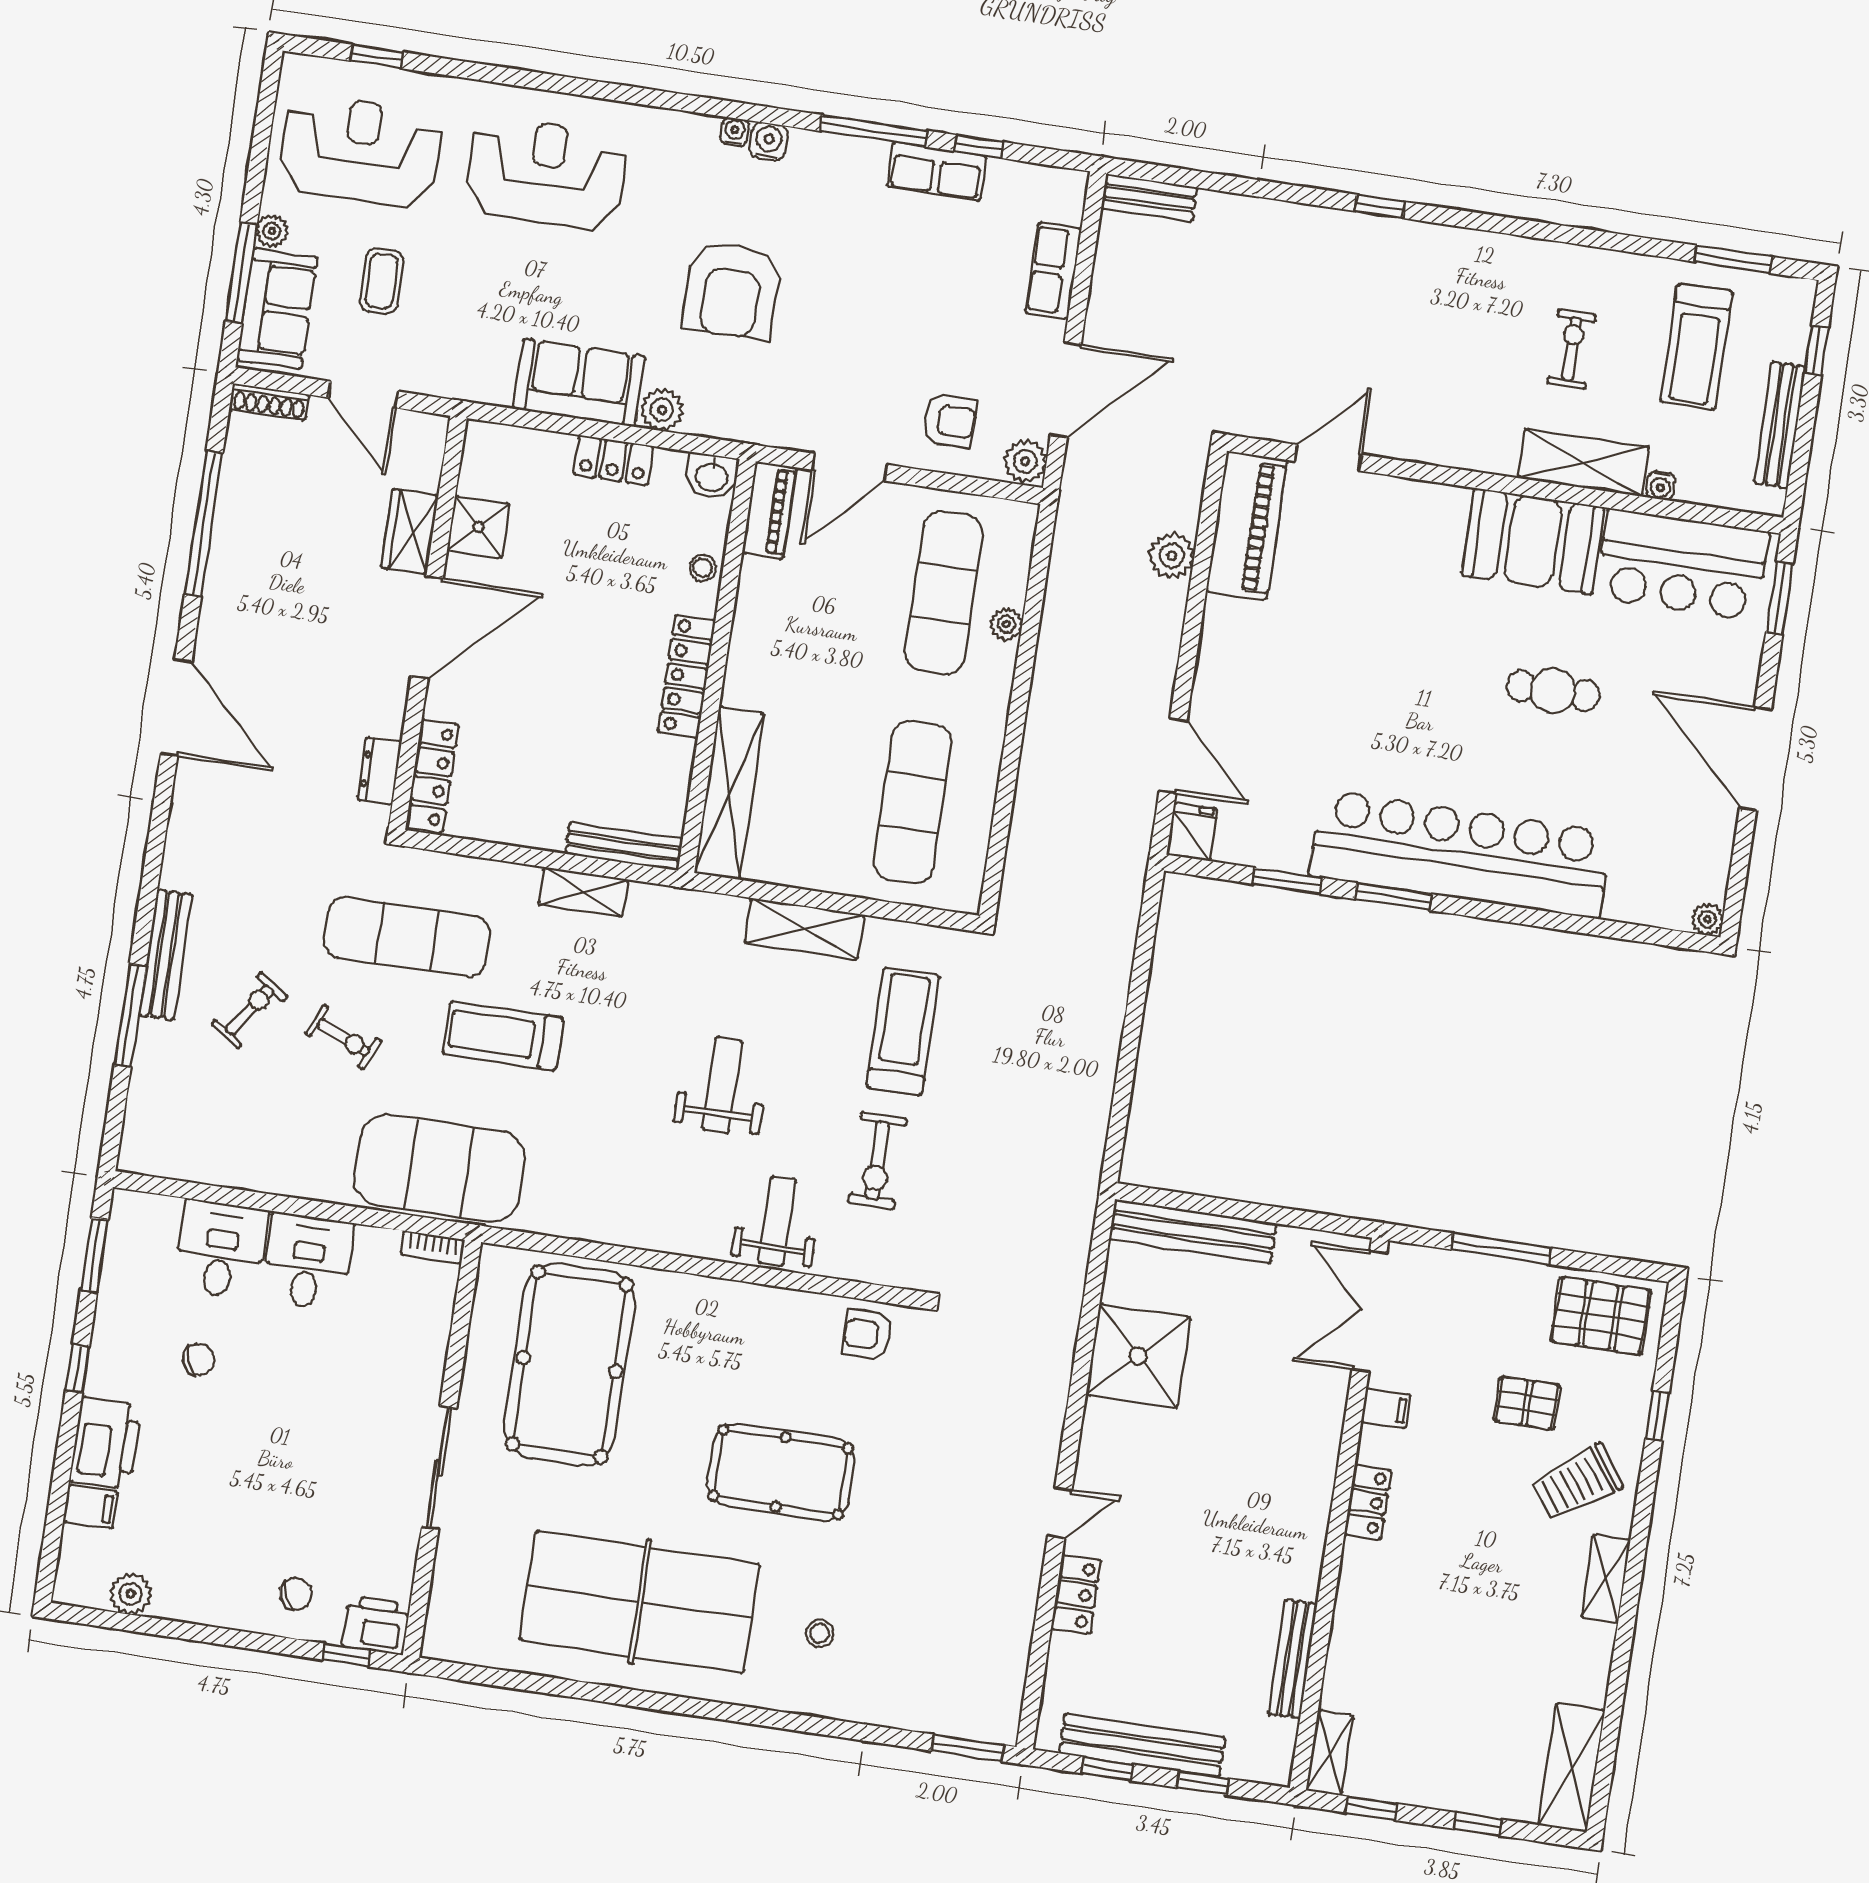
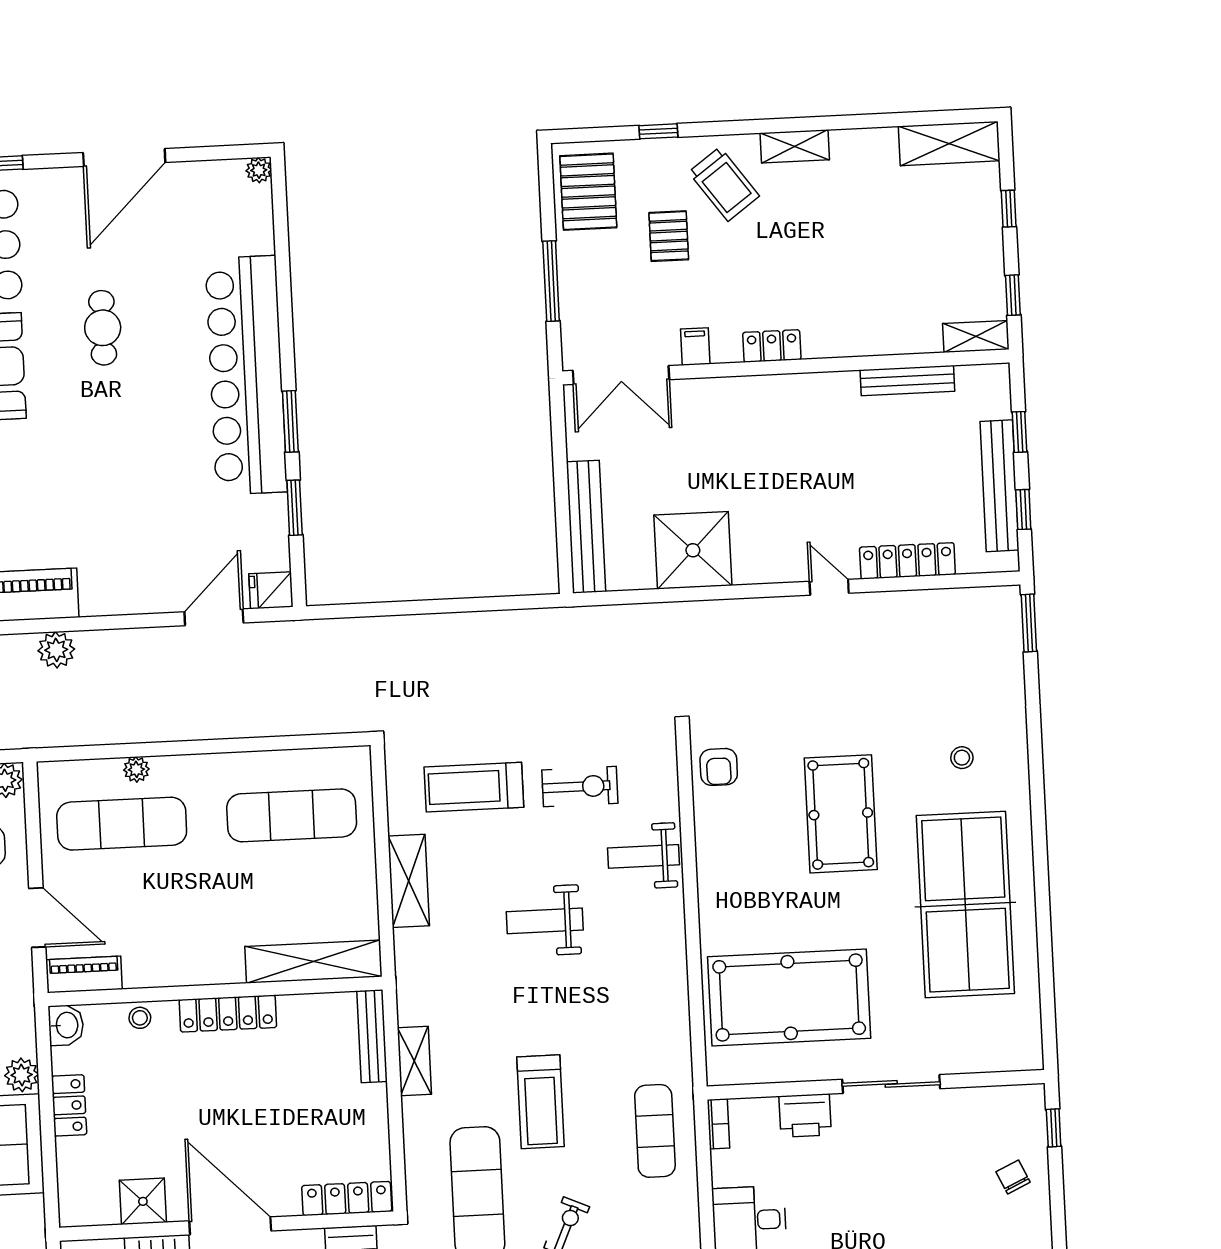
exercise mat: (439, 1168) -> (655, 1131), width x0.50, depth x0.69
locker: (1076, 1594) -> (907, 561), width x1.53
printer: (376, 1625) -> (805, 1115), moved, turned -90

